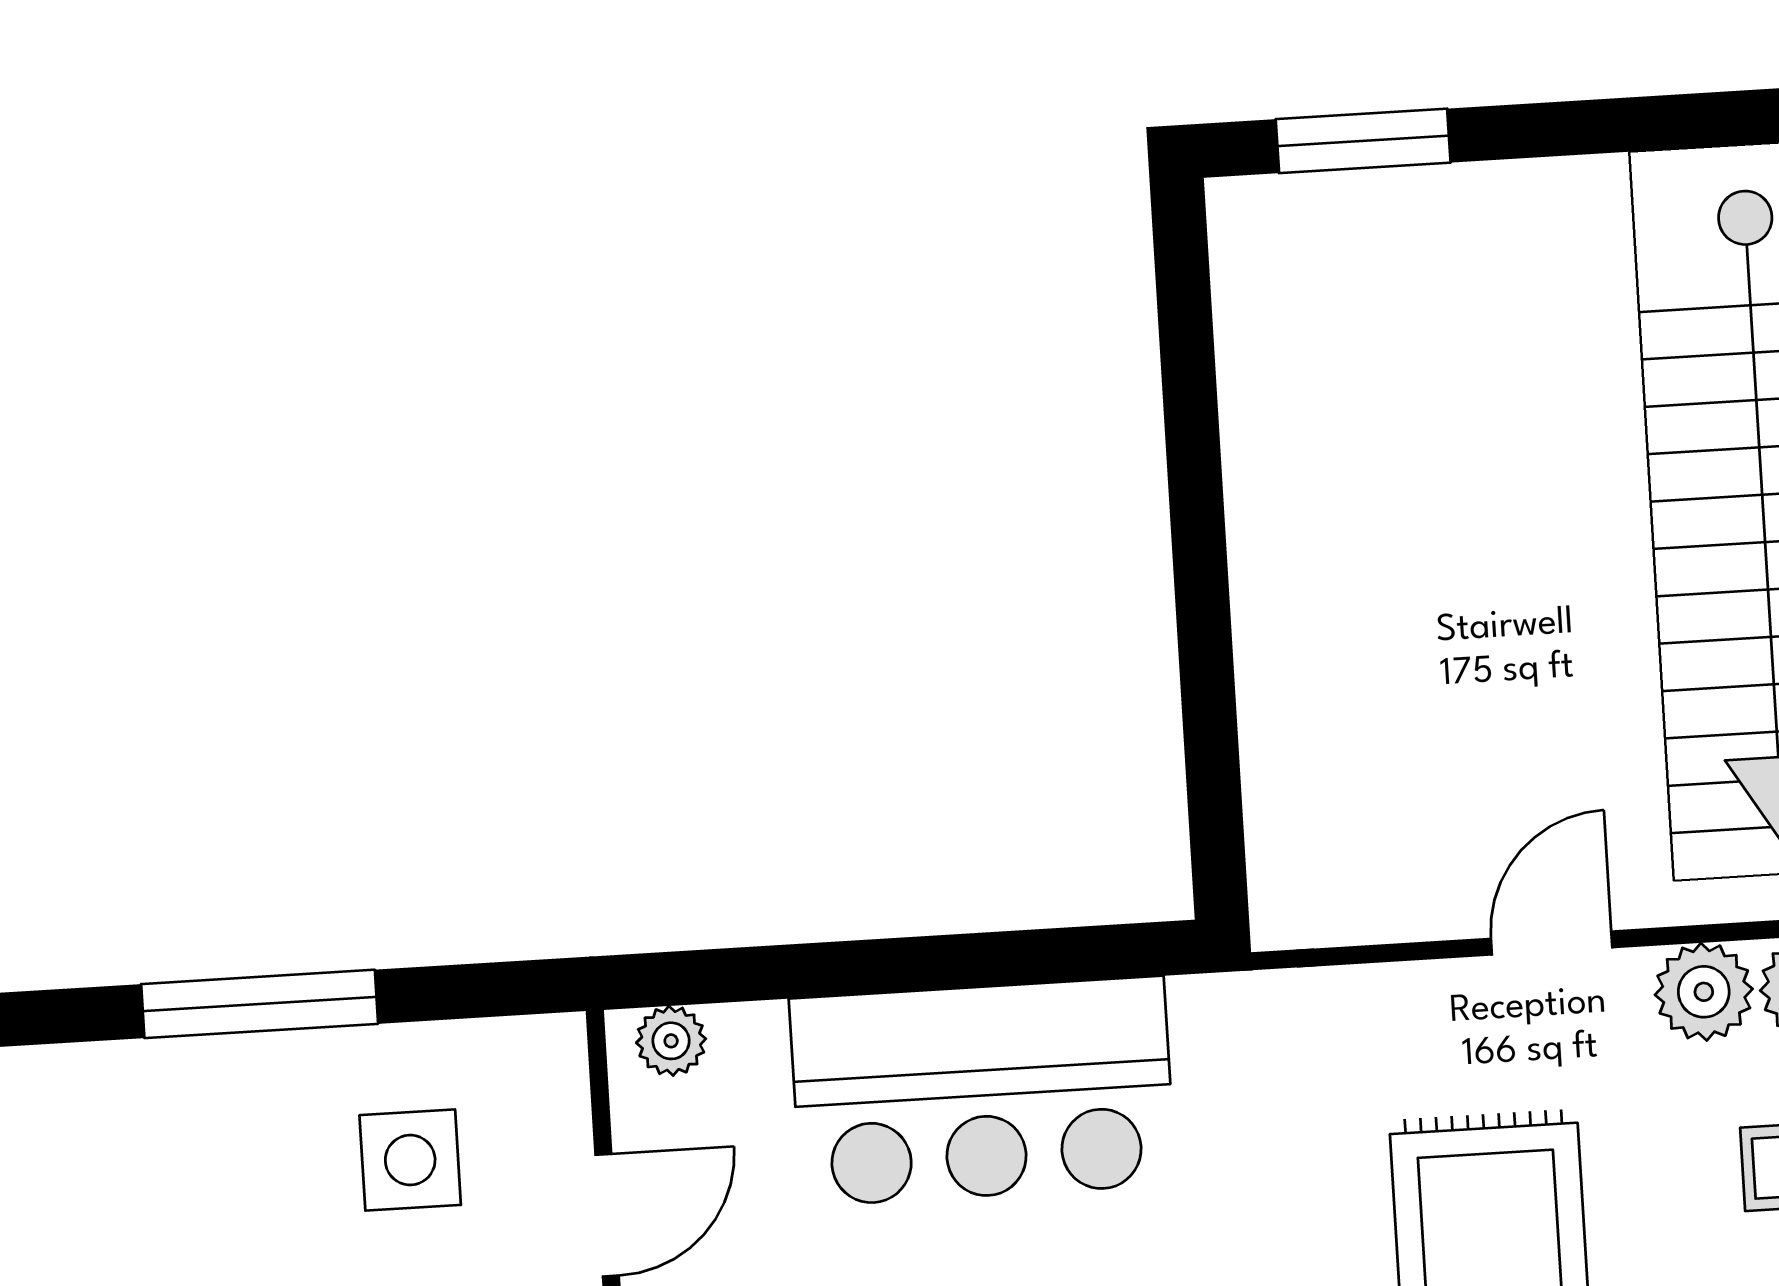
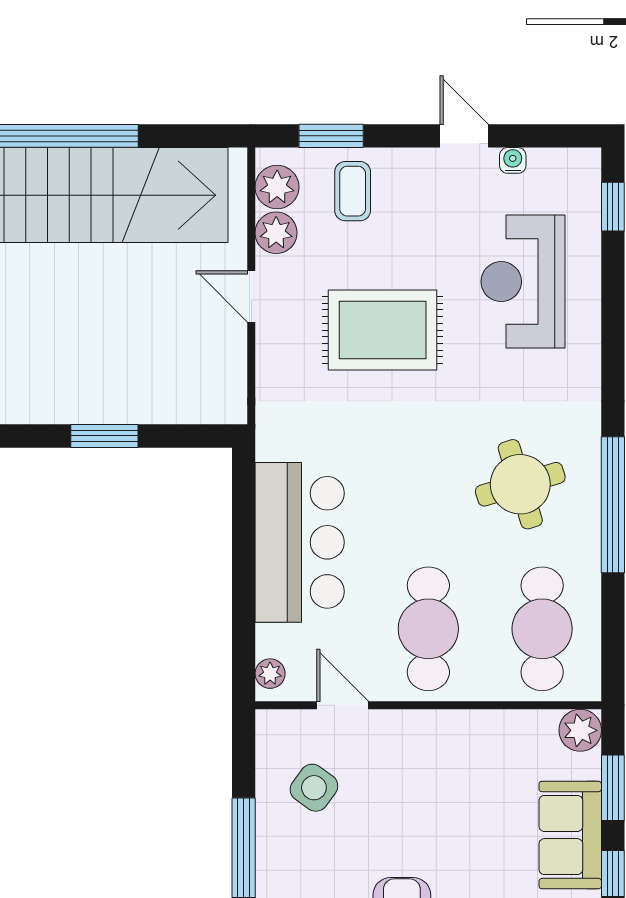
window: (1204, 619) -> (104, 436), added
side table: (410, 1160) -> (314, 788), turned 36

